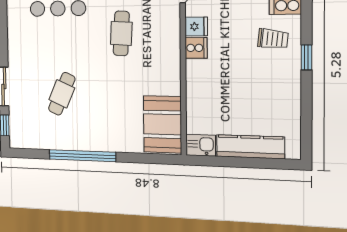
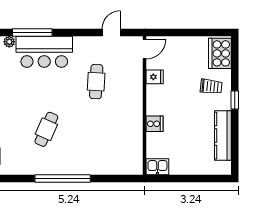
cooker: (196, 48) -> (155, 124), moved
booth: (162, 124) -> (128, 152), removed
kitchen counter: (250, 147) -> (223, 136), moved, turned -90

